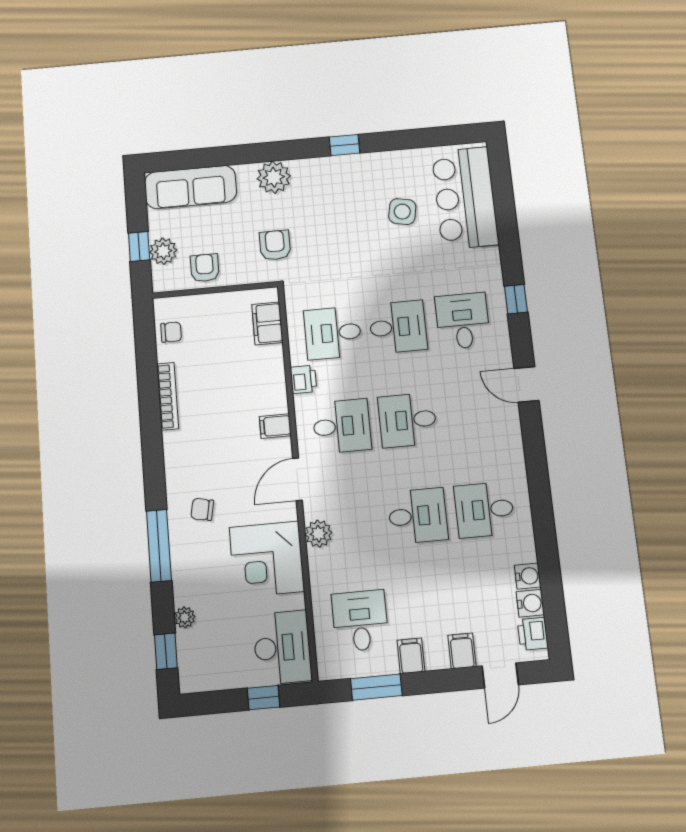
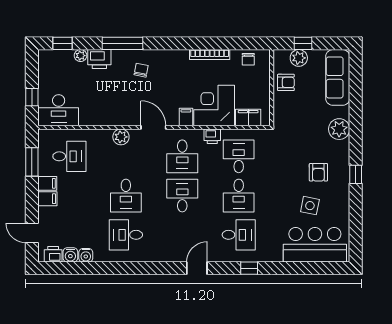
armchair: (275, 245) -> (318, 172), moved, turned 90
desk: (484, 510) -> (126, 235), turned -90
corner desk: (267, 559) -> (214, 106), moved
printer: (188, 584) -> (99, 59), added
filing cabinet: (462, 651) -> (47, 199), moved

